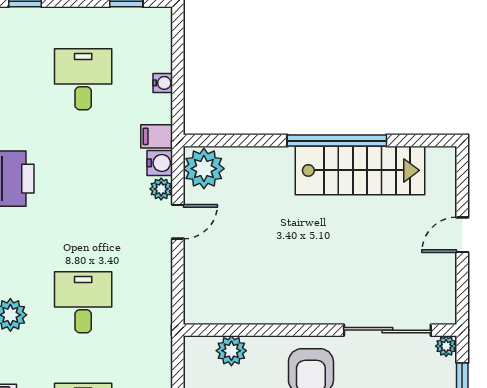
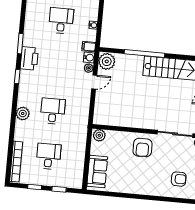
window: (337, 141) -> (144, 53), moved
plant: (231, 351) -> (99, 135), moved

